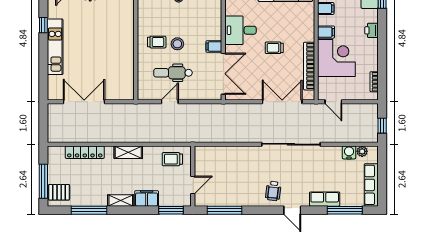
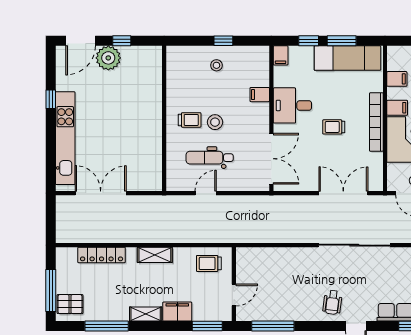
kitchen unit: (55, 47) -> (65, 138), width x1.36
filing cabinet: (214, 47) -> (260, 95), moved
bookcase: (309, 66) -> (376, 122), moved

